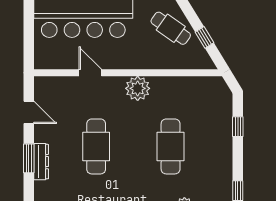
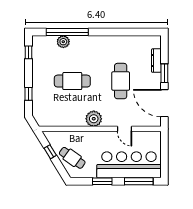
door: (29, 112) -> (164, 103), width x1.87
cafe table: (171, 146) -> (72, 81), turned 90
dresser: (41, 162) -> (156, 61), moved

